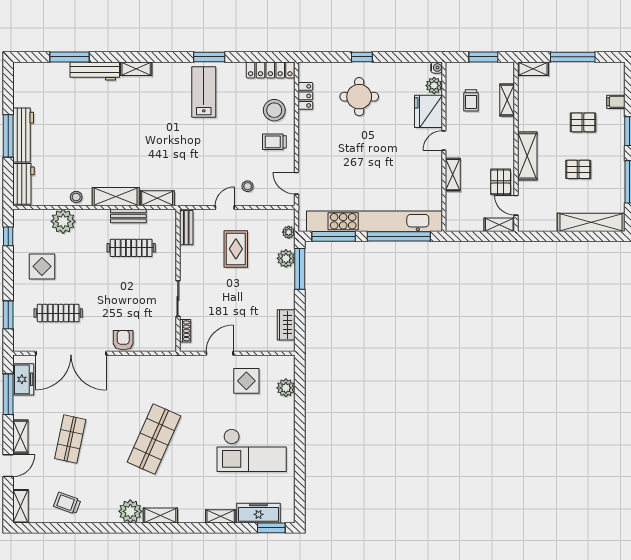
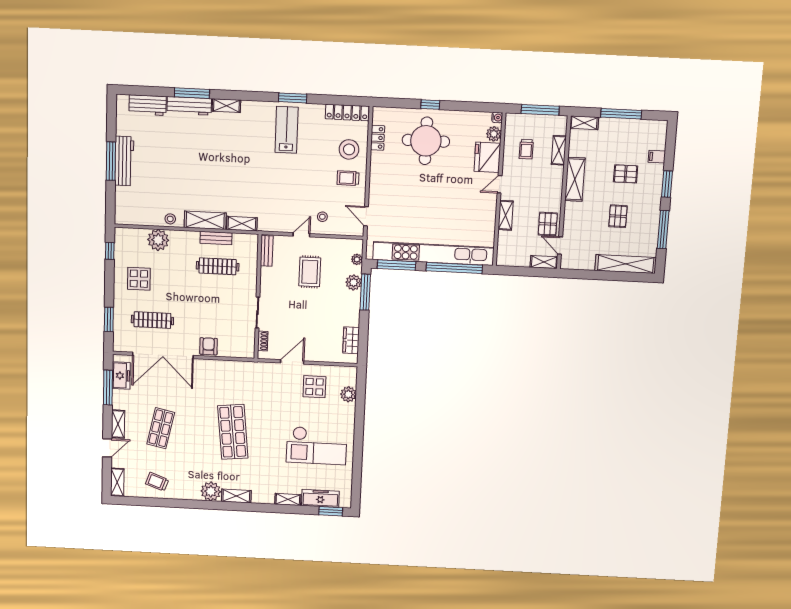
window: (69, 57) -> (192, 93), moved
window: (483, 57) -> (540, 110), width x1.44
round table: (359, 97) -> (426, 141), width x1.36, depth x1.36
shelving: (527, 156) -> (575, 179), moved
pallet: (578, 169) -> (618, 216), turned 90
workbench: (24, 184) -> (148, 105), moved, turned 90
shop shelf: (154, 439) -> (233, 432), turned -30

